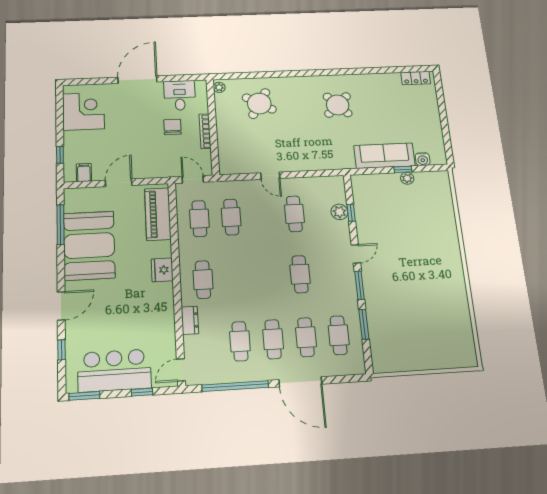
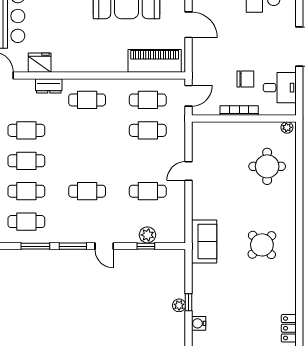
round table: (259, 104) -> (267, 166), turned -30
sofa: (384, 156) -> (204, 242), moved, width x0.73
fridge: (162, 270) -> (40, 63), moved

